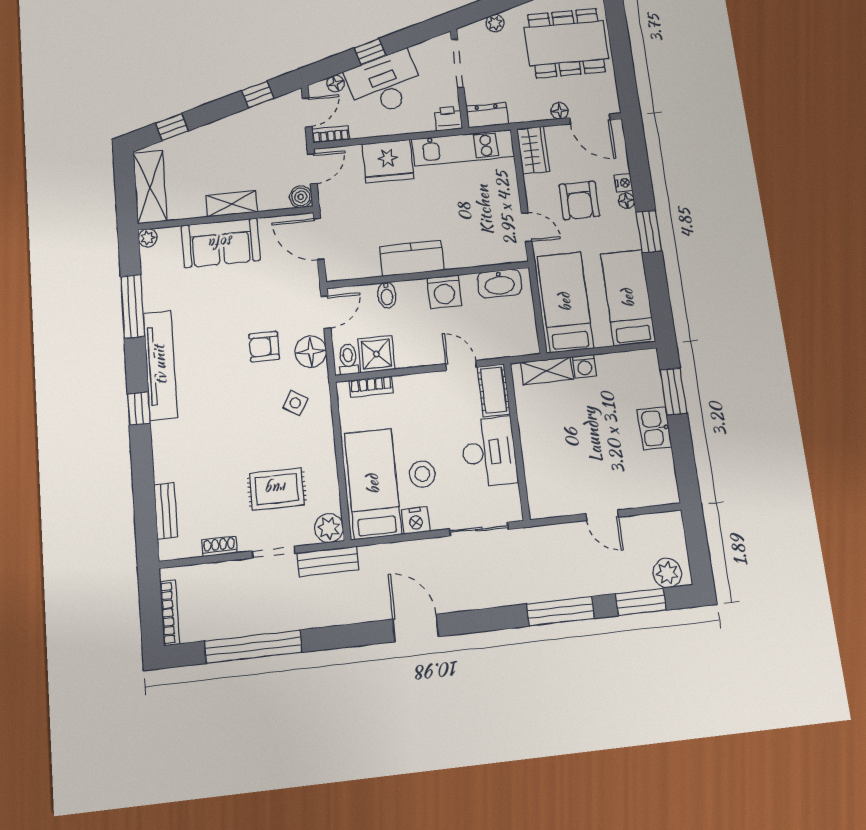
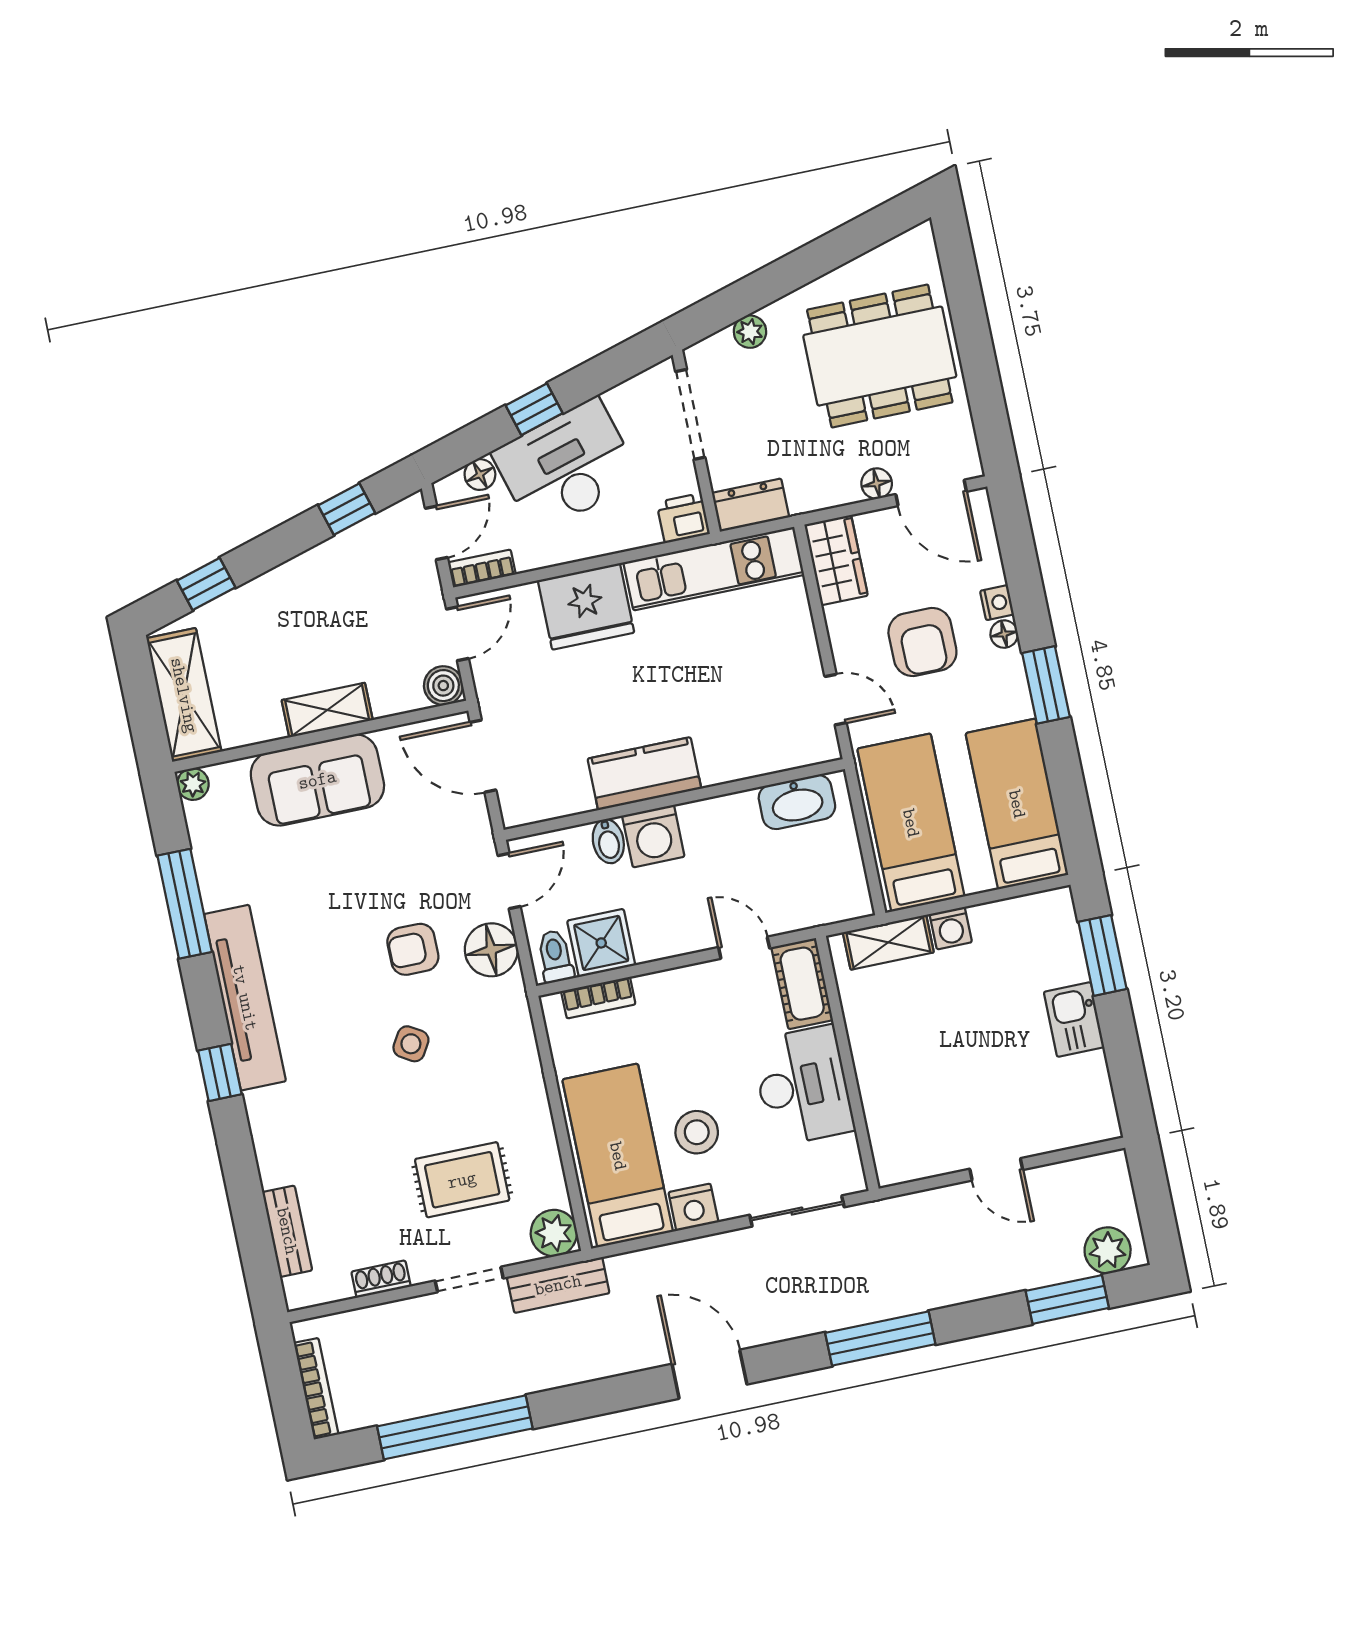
washing machine: (444, 292) -> (653, 836), moved
side table: (295, 403) -> (411, 1044), moved
window: (560, 611) -> (880, 1338), moved

